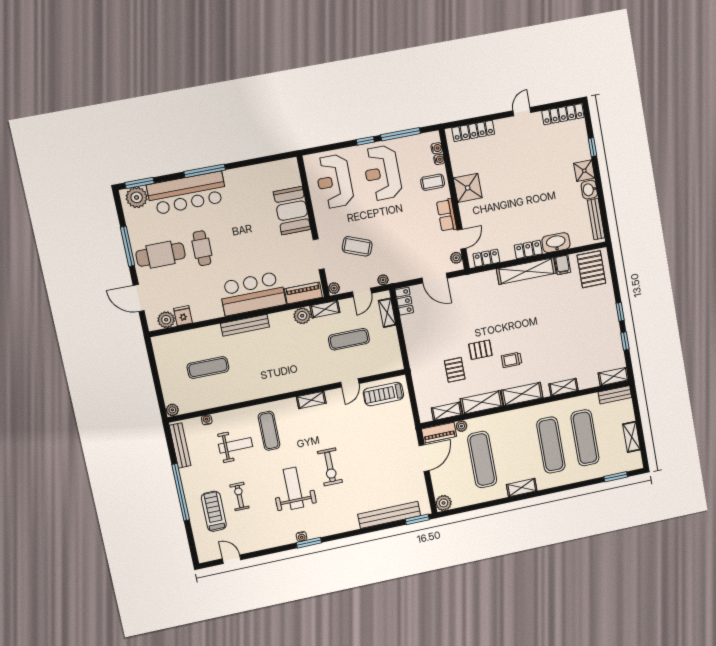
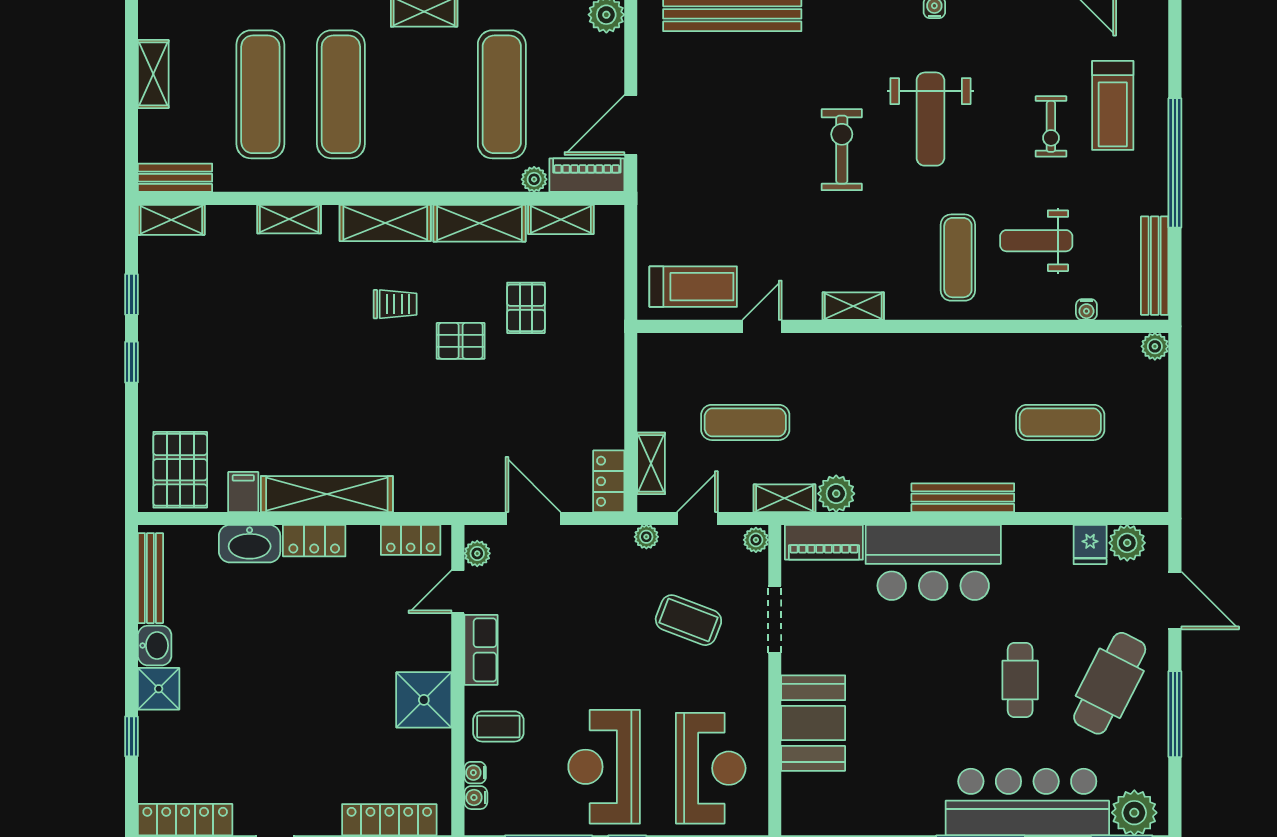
reception desk: (382, 173) -> (604, 767), turned 180
cafe table: (161, 255) -> (1110, 683), turned -63

